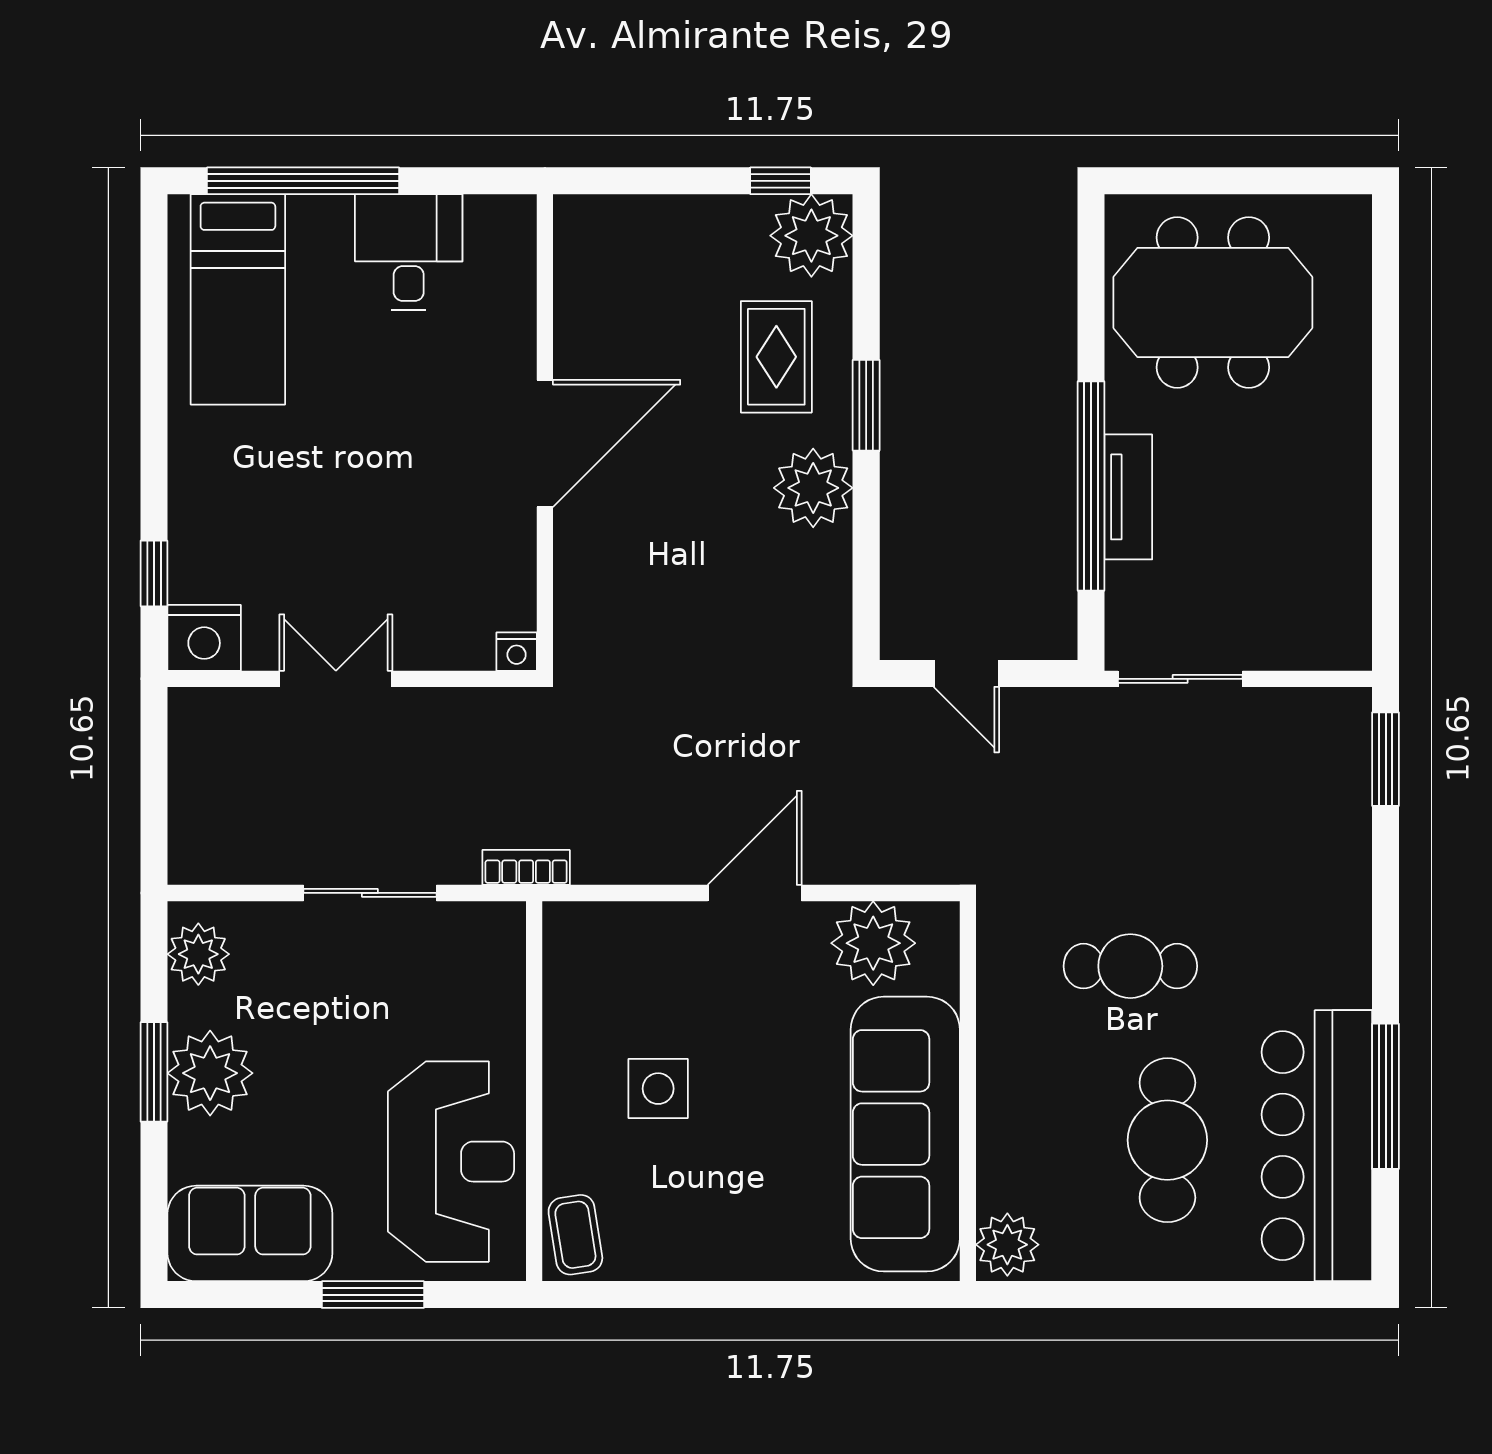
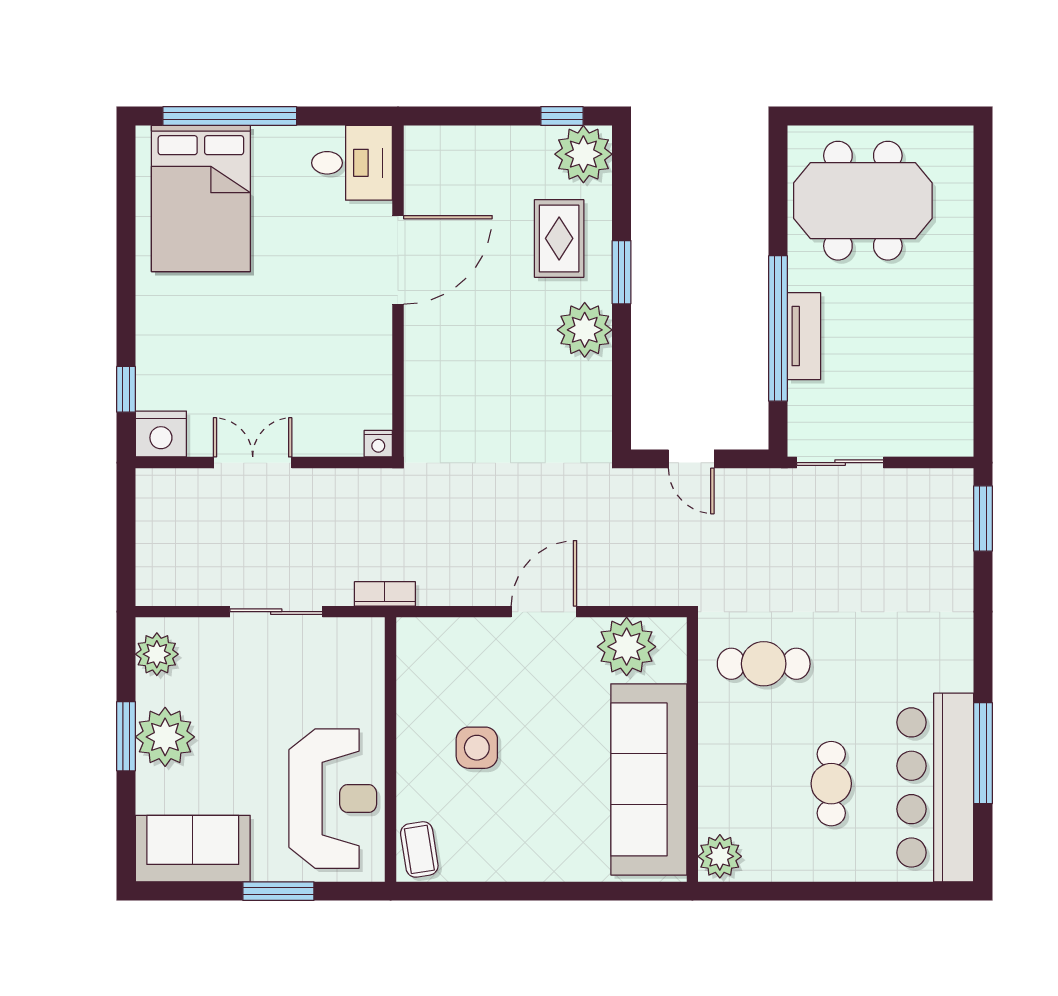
desk: (409, 252) -> (352, 163), moved, turned 90
bed: (238, 299) -> (201, 199), width x1.50
door: (545, 444) -> (398, 260), moved
cafe table: (1130, 966) -> (764, 664), moved
cafe table: (1167, 1140) -> (831, 784), width x0.73, depth x0.74

